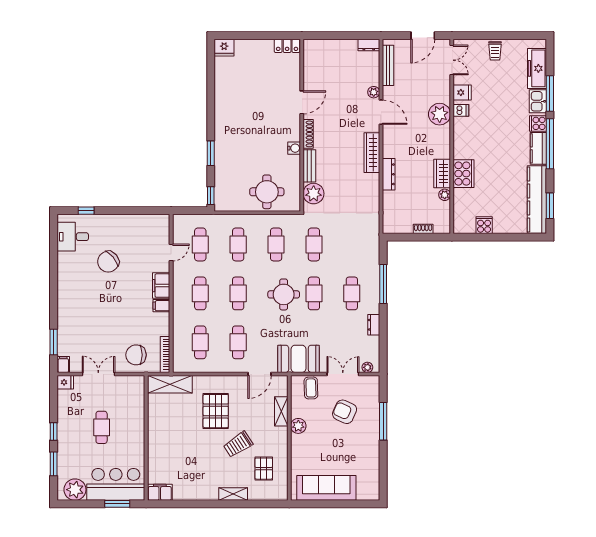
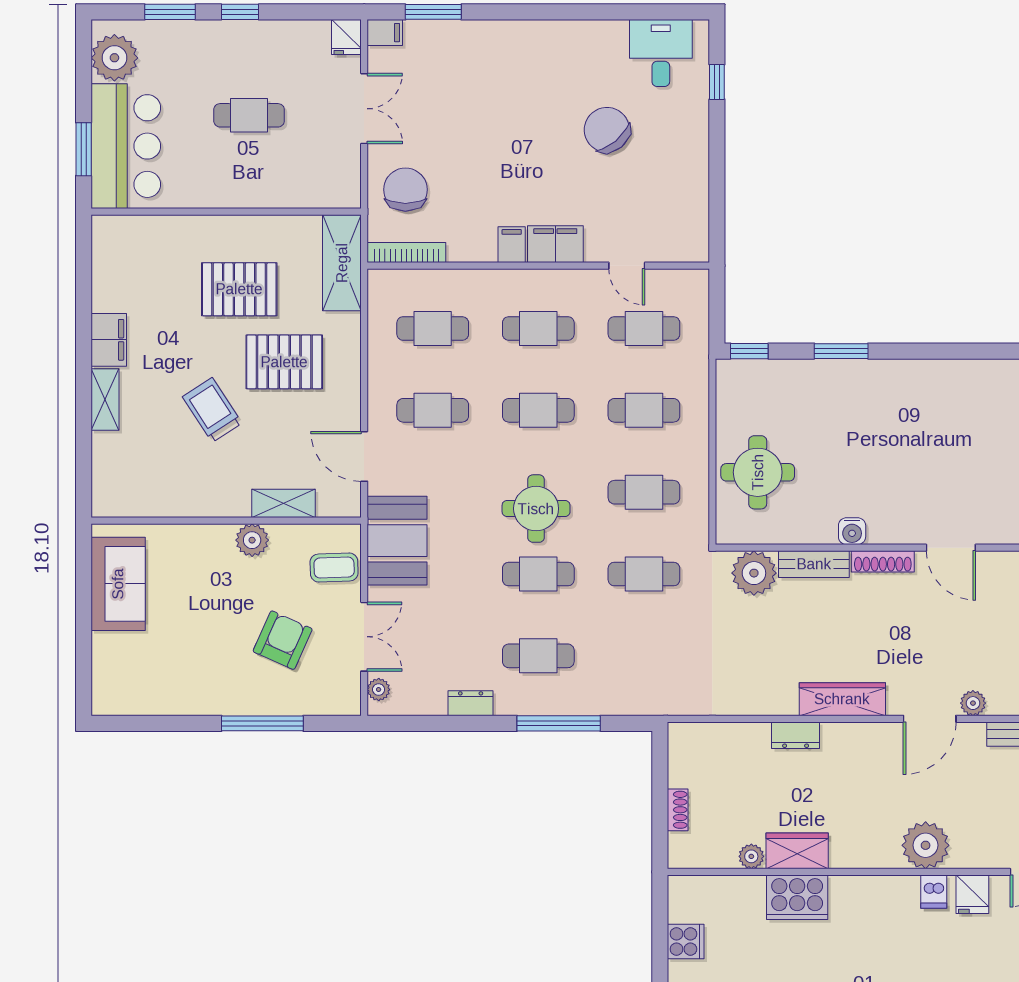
dresser: (389, 174) -> (796, 735), width x0.70
pallet: (264, 469) -> (239, 289), moved, width x1.50, depth x1.42
sofa: (326, 488) -> (118, 584), width x0.73
filing cabinet: (160, 492) -> (109, 340), moved

